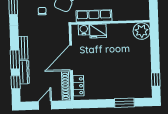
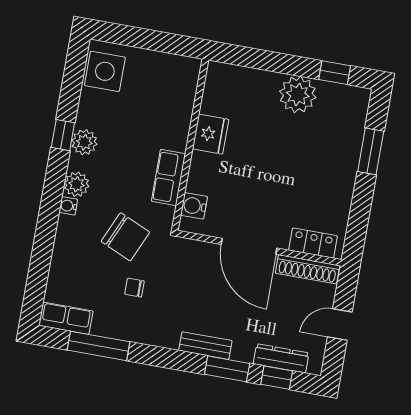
row of seats: (94, 16) -> (169, 178), width x0.68
fridge: (98, 31) -> (211, 134), moved
plant: (142, 31) -> (298, 94), moved
dresser: (24, 72) -> (281, 358), moved
door: (45, 105) -> (340, 324), hinge flipped

